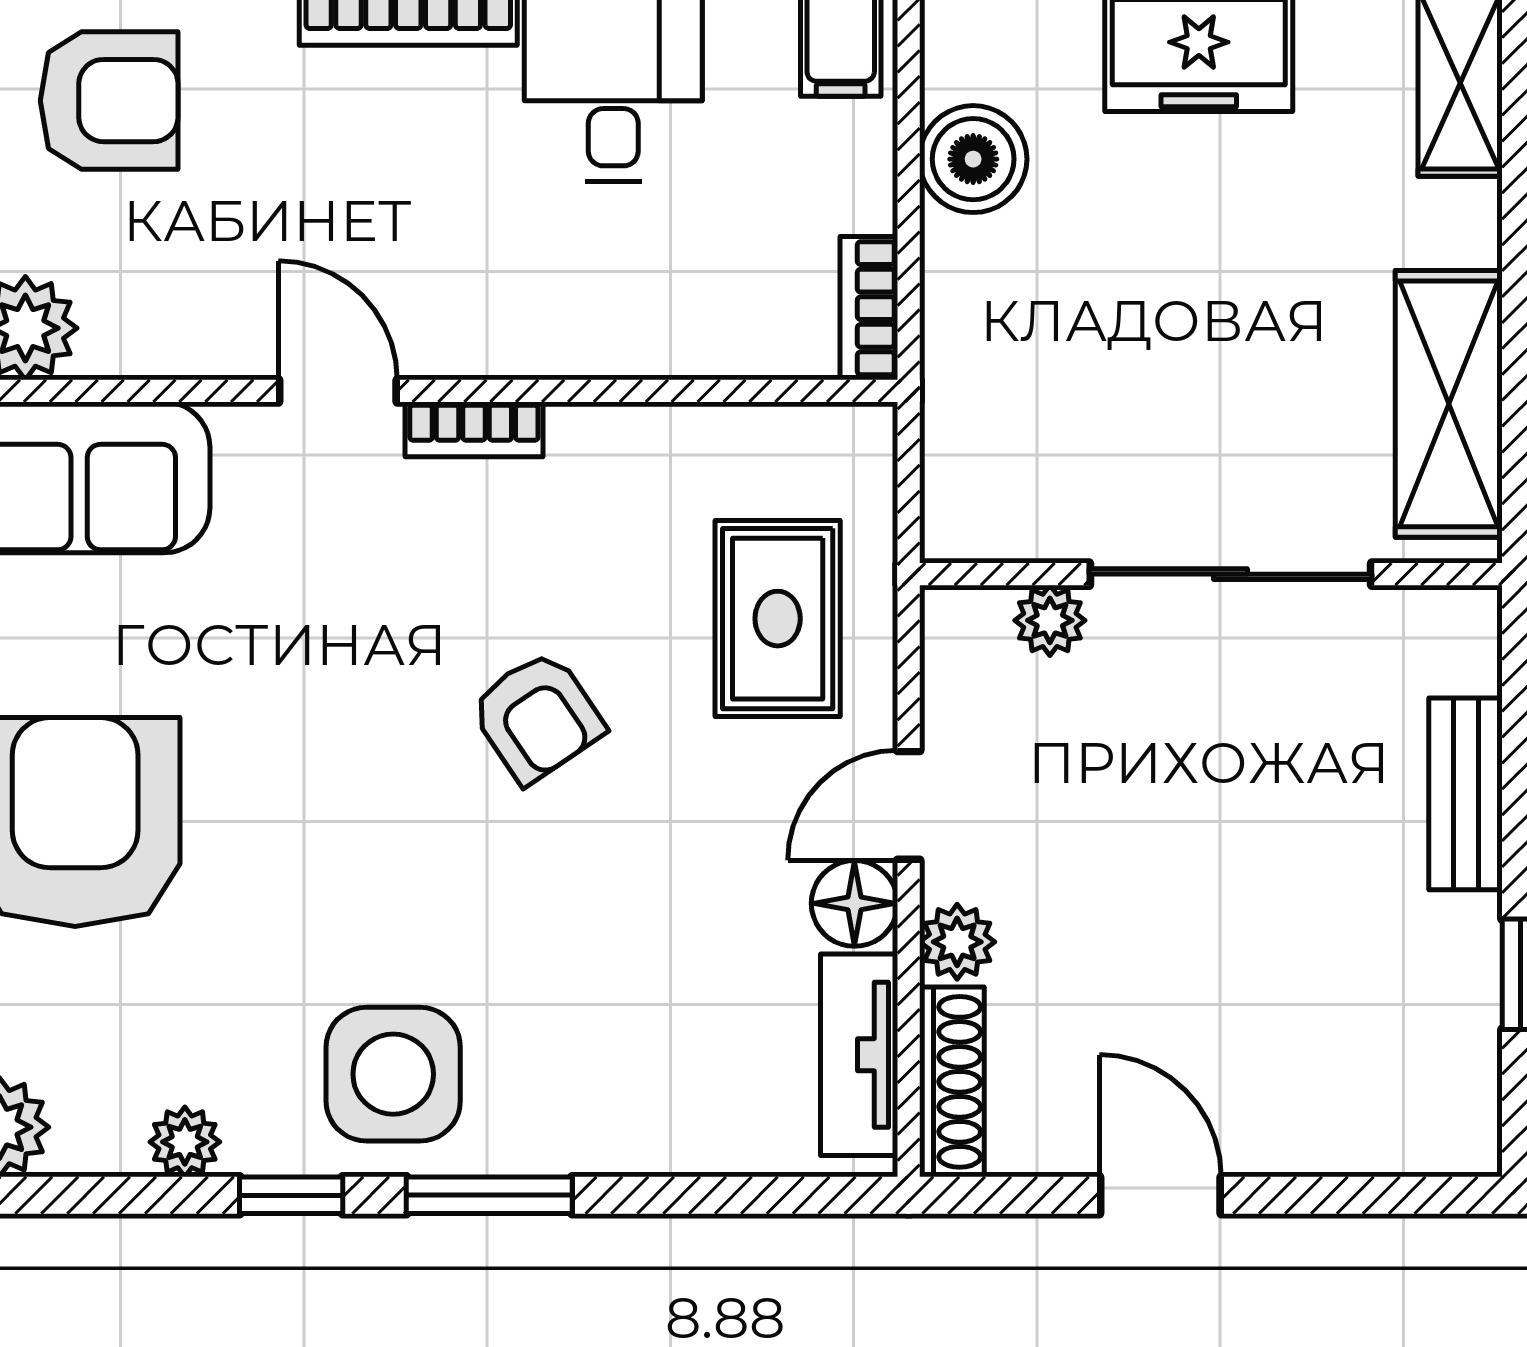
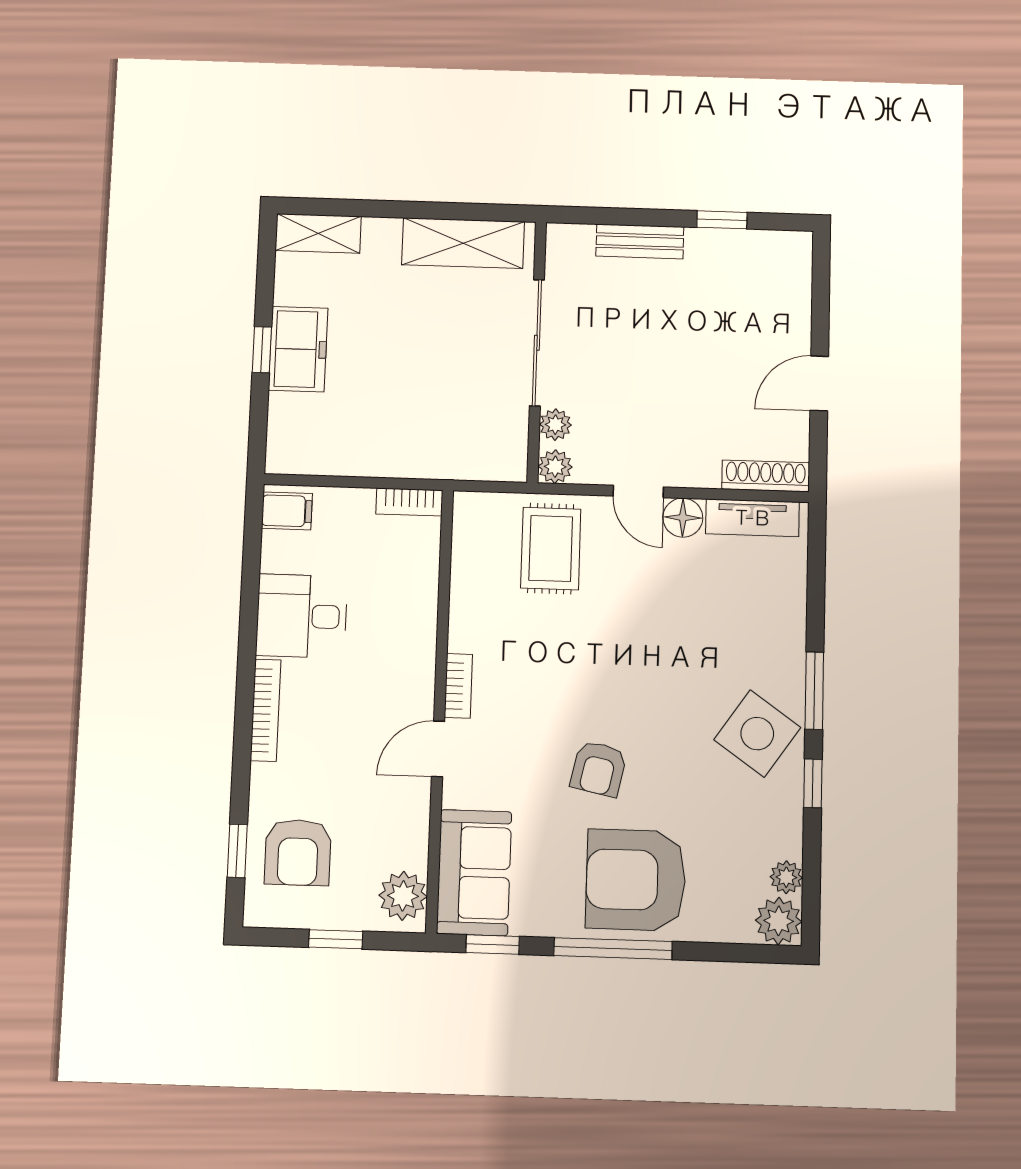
armchair: (109, 101) -> (298, 852), turned 180
boiler: (973, 159) -> (343, 452), removed
rug: (778, 619) -> (551, 548), turned 90
armchair: (537, 717) -> (599, 769), moved, turned 136
plant: (957, 942) -> (555, 467), moved
side table: (393, 1074) -> (757, 734), turned 35
plant: (185, 1142) -> (786, 877), moved

